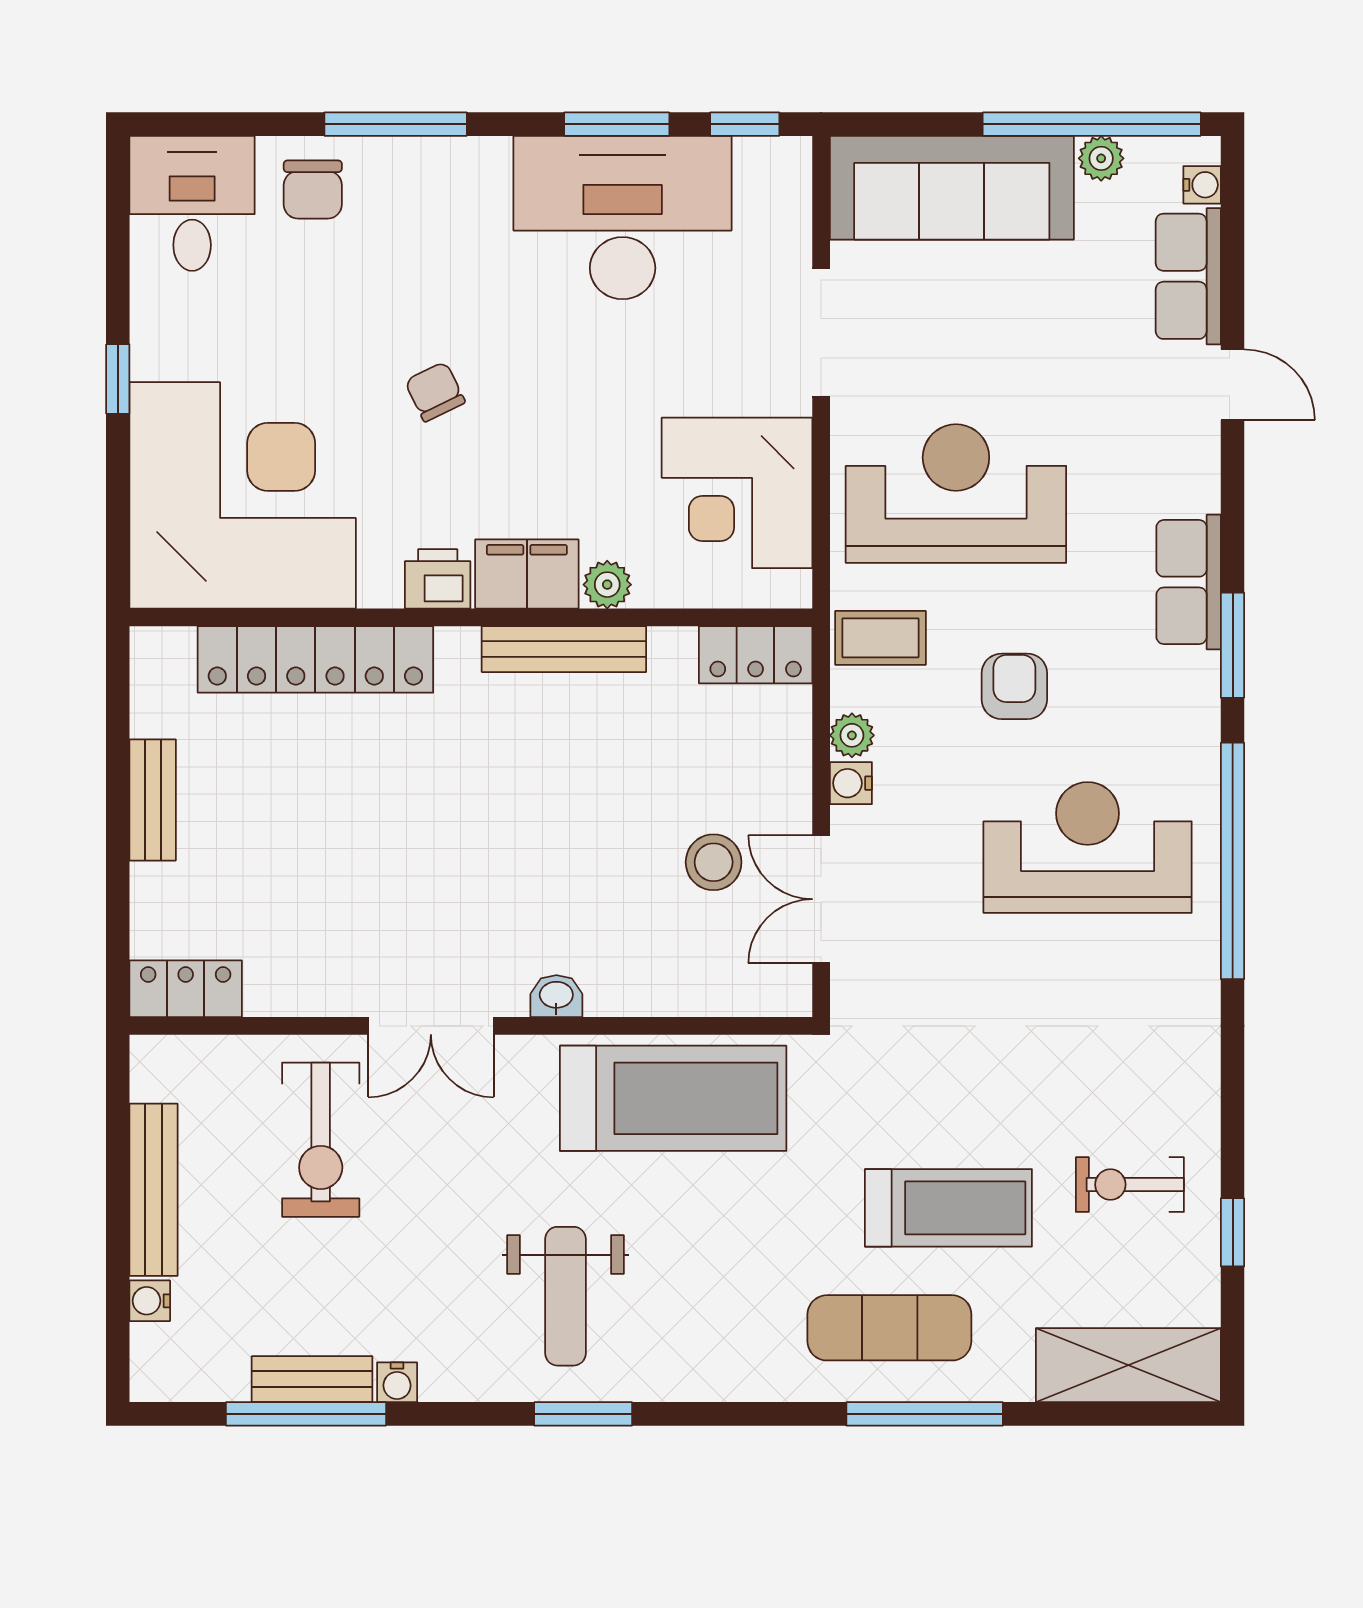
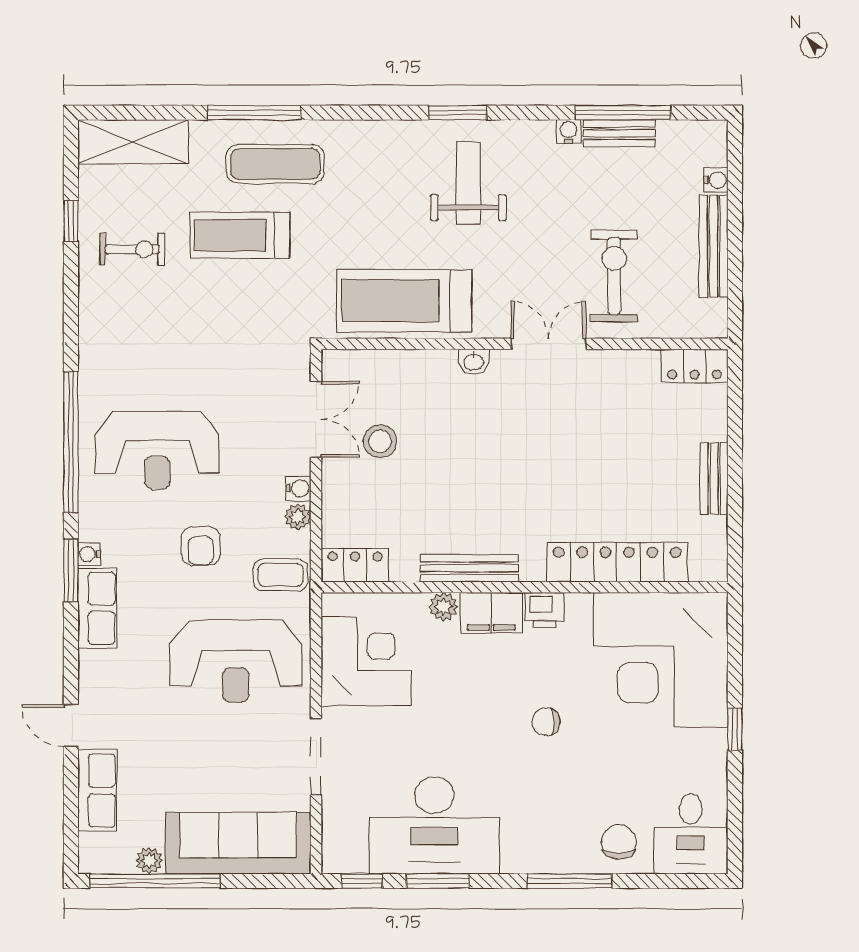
water cooler: (1202, 185) -> (89, 554), moved
chair: (435, 392) -> (546, 722), turned 116

